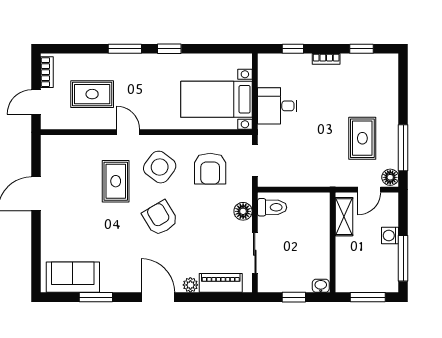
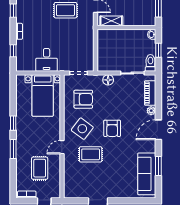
toilet: (272, 207) -> (150, 63), moved
armchair: (160, 218) -> (112, 128), turned -59
sofa: (73, 277) -> (147, 174), width x1.36

